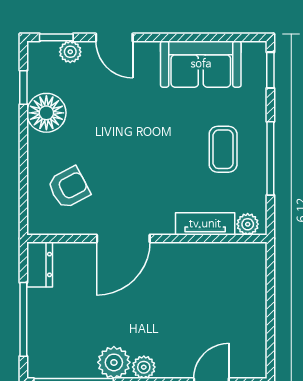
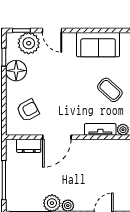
plant: (70, 52) -> (29, 43), width x1.88, depth x1.88
coffee table: (223, 149) -> (110, 90), turned -48
dresser: (40, 265) -> (29, 146), moved, turned 90

